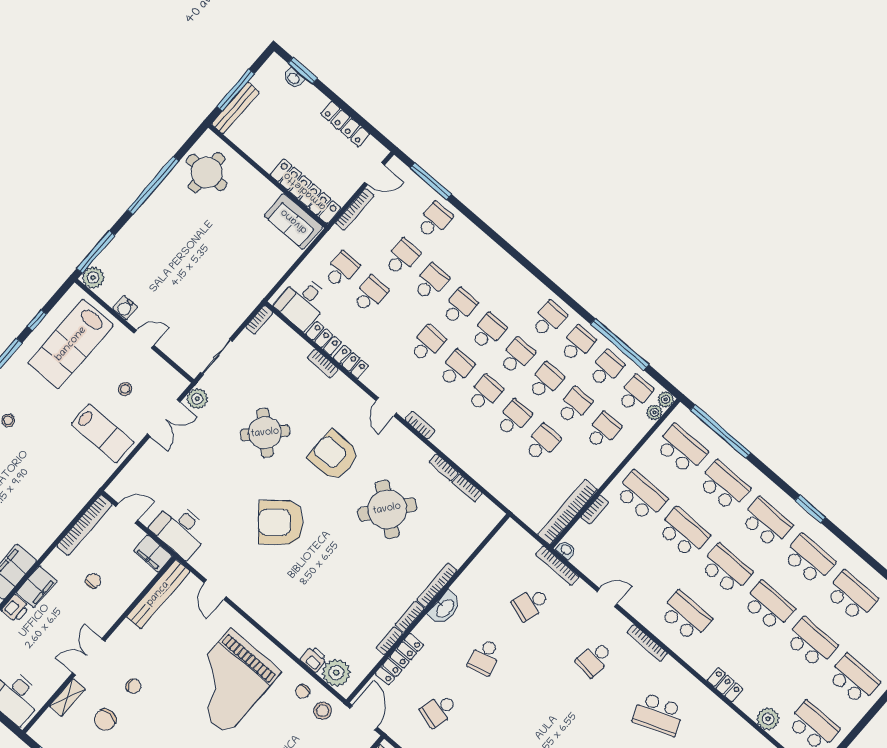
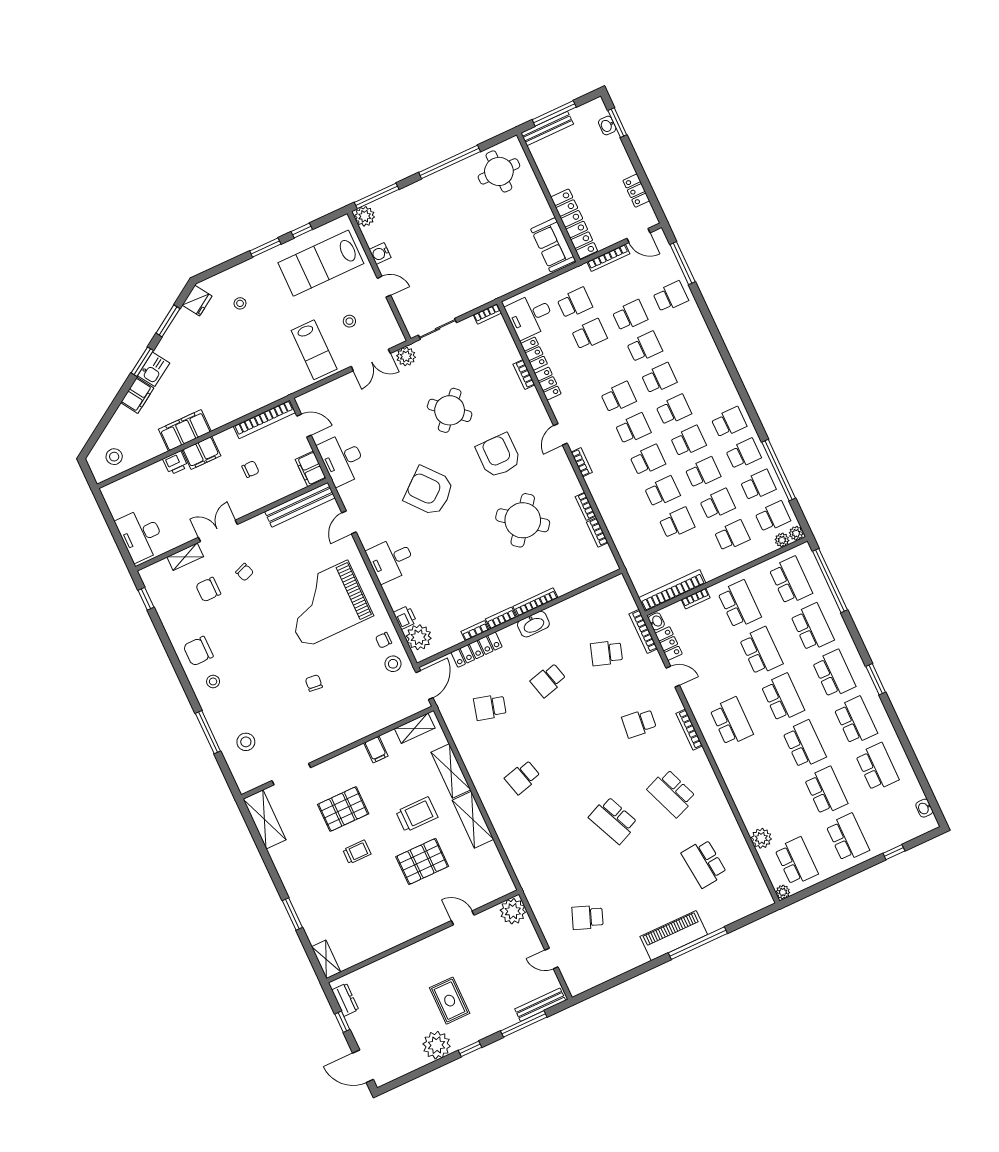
locker: (345, 124) -> (636, 191), width x0.66
desk: (274, 608) -> (391, 560), added
locker: (725, 685) -> (669, 644), moved

